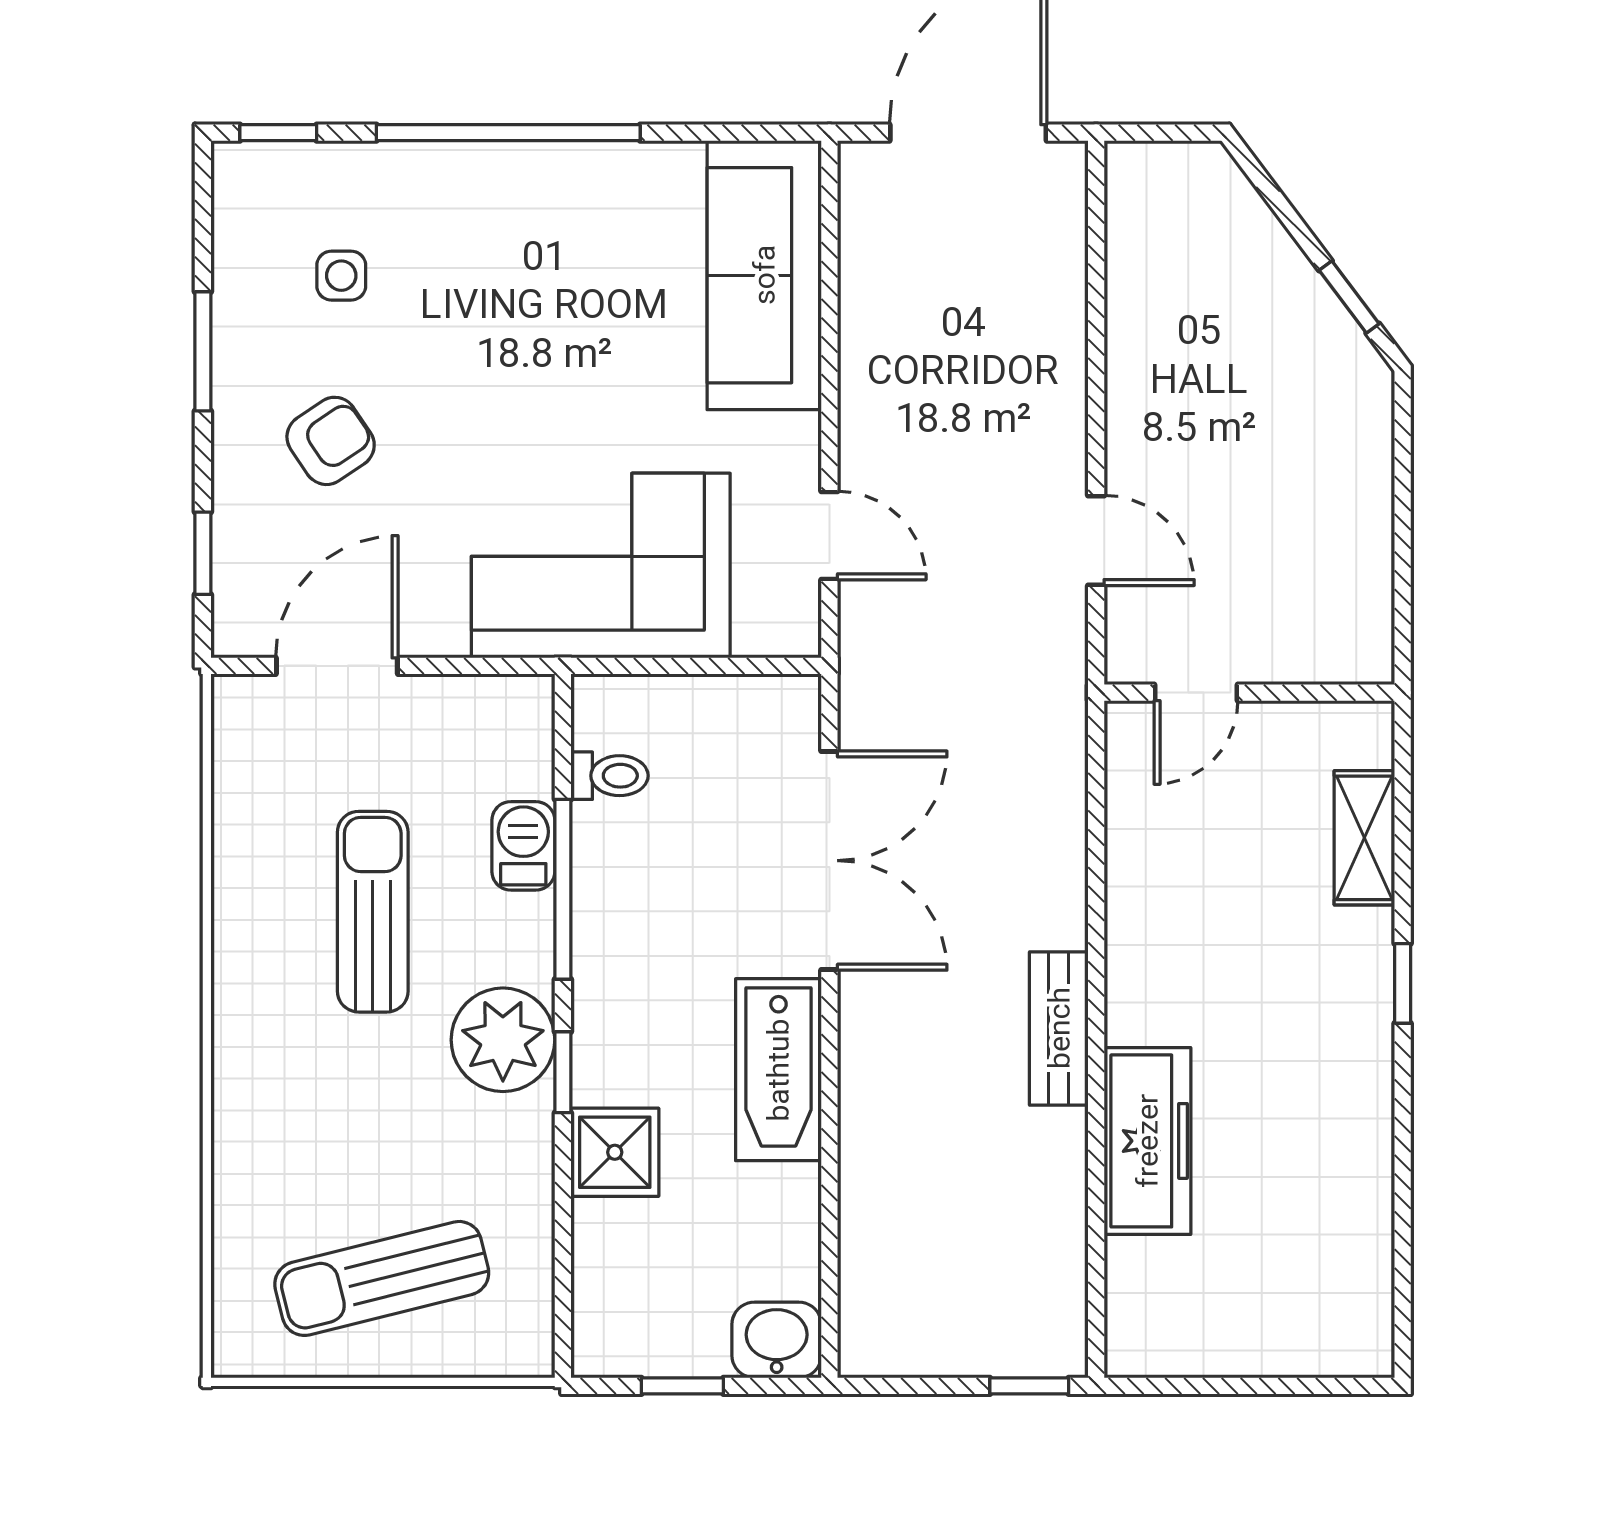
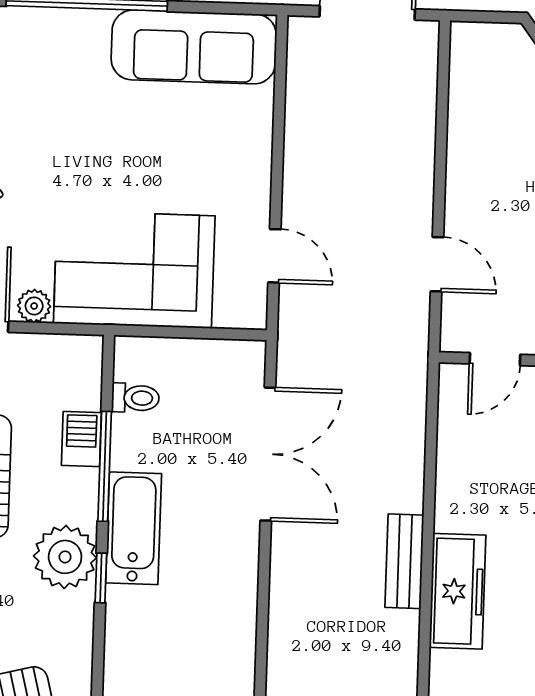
sofa: (764, 275) -> (194, 47), moved, turned -90
plant: (439, 631) -> (34, 306), added
bathtub: (778, 1070) -> (134, 528), moved, turned 180
freezer: (1147, 1141) -> (458, 591), moved
shower: (615, 1152) -> (131, 628), removed

